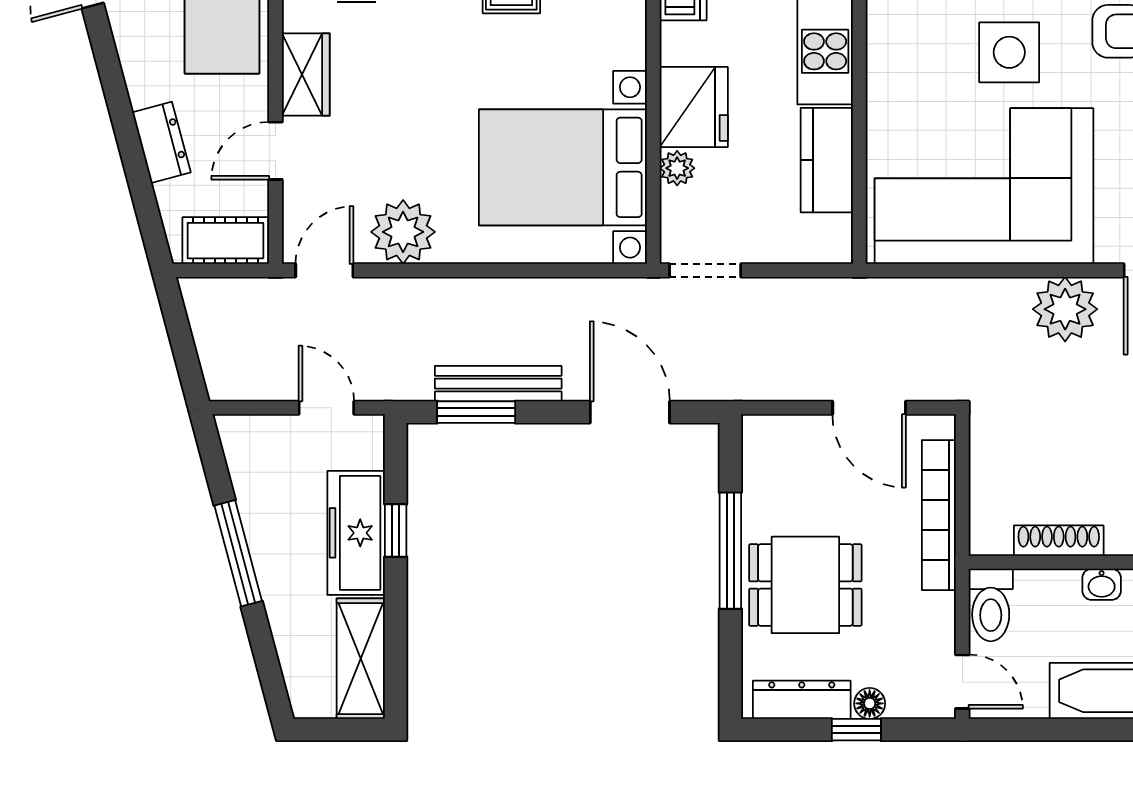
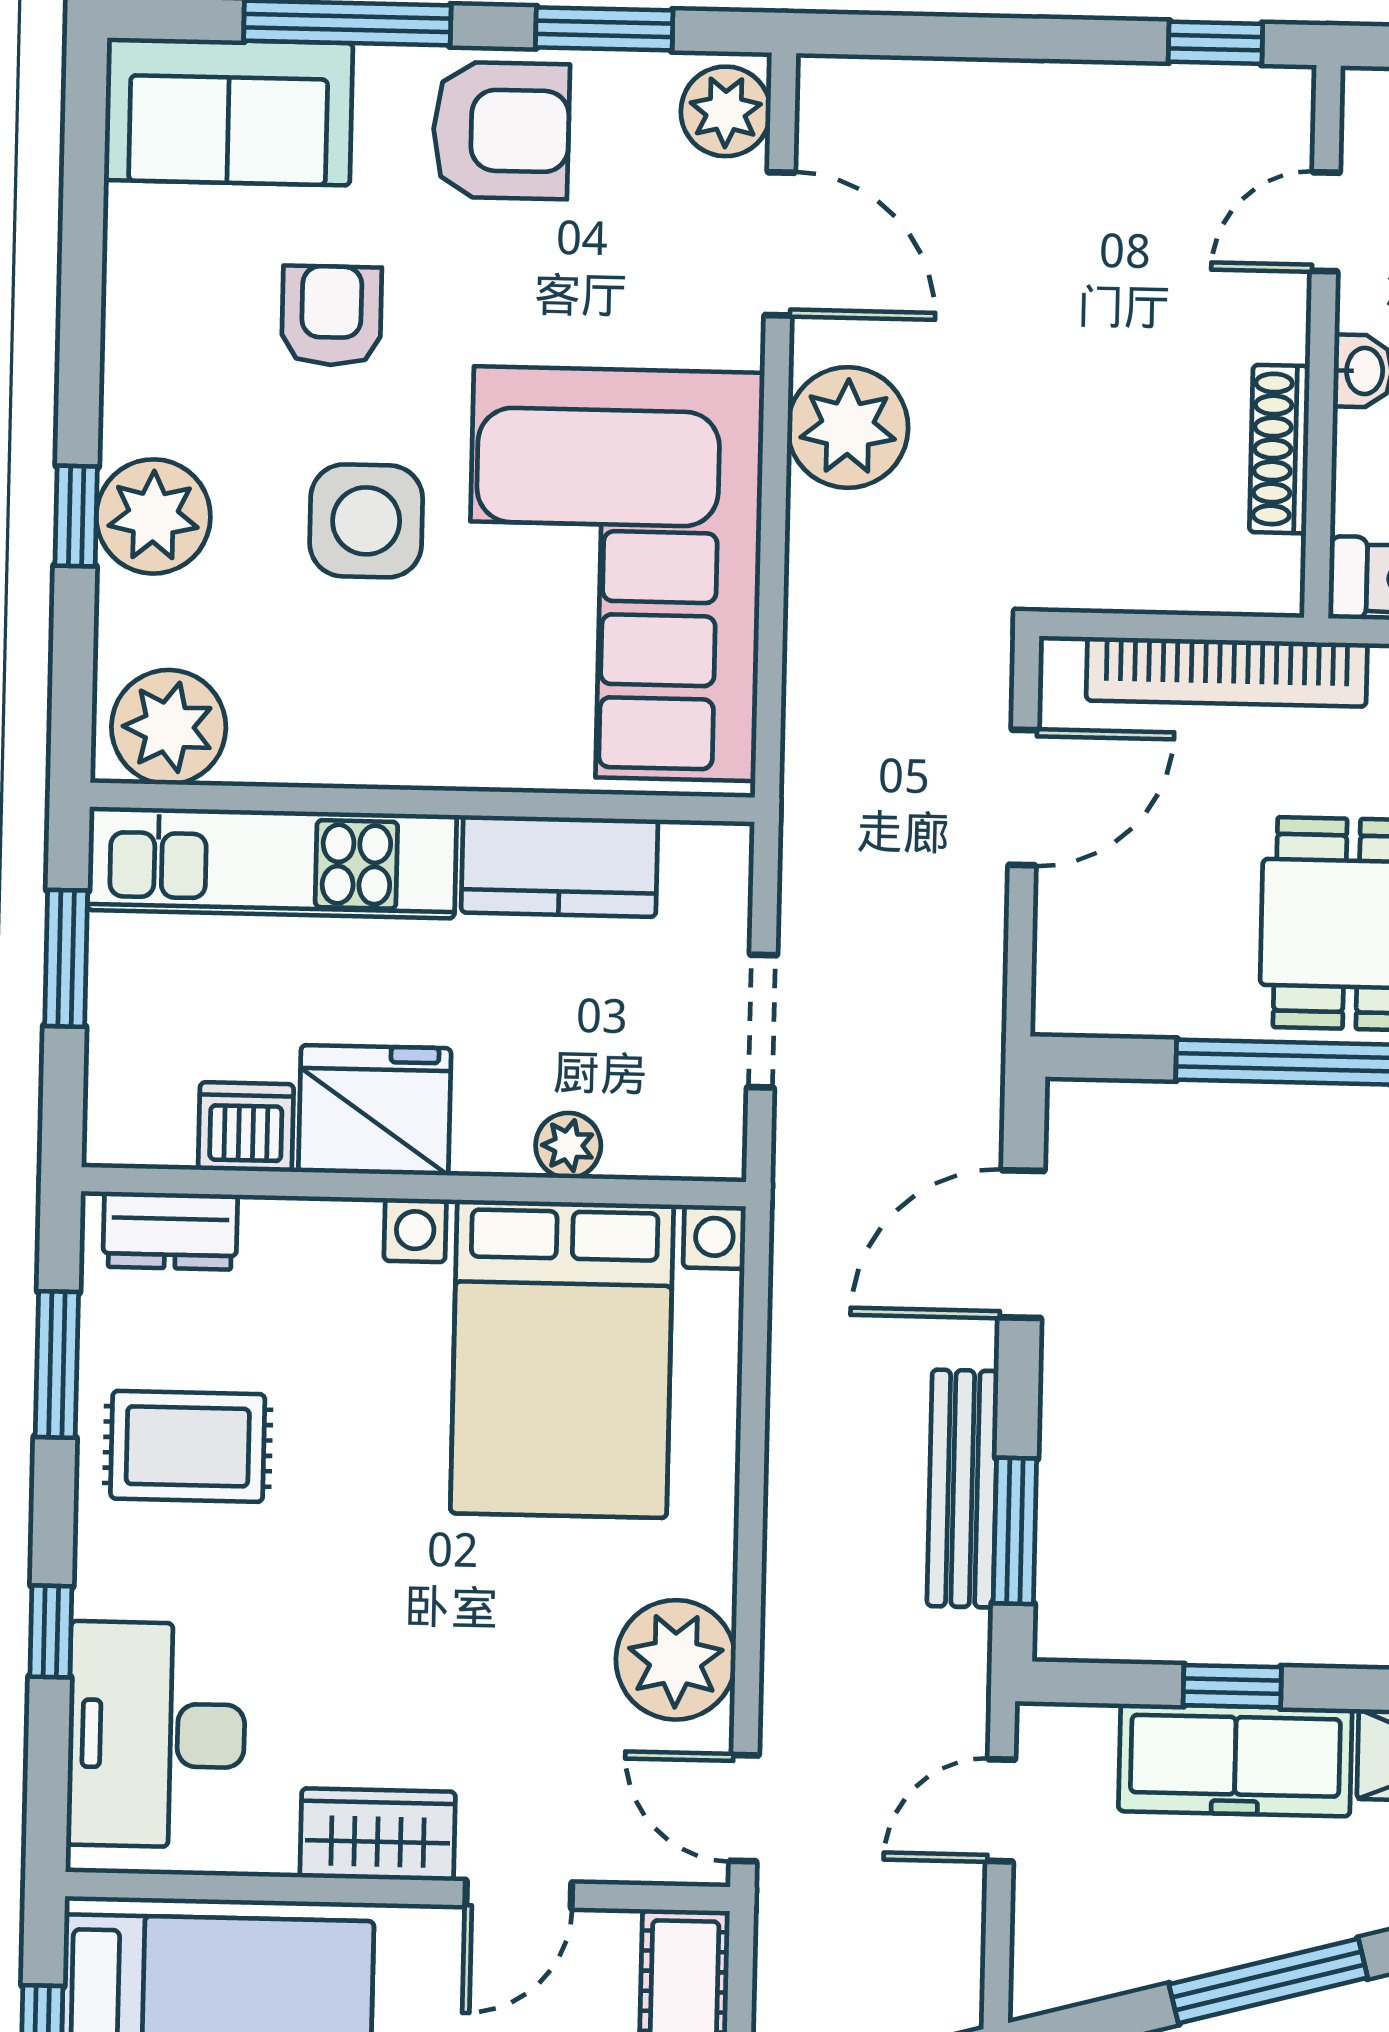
fridge: (694, 107) -> (375, 1110), moved
door: (275, 151) -> (519, 1894), hinge flipped
doorway: (705, 270) -> (762, 1021), moved

